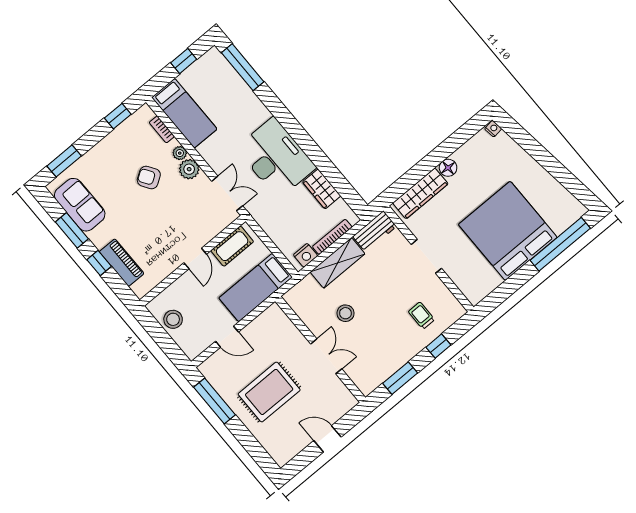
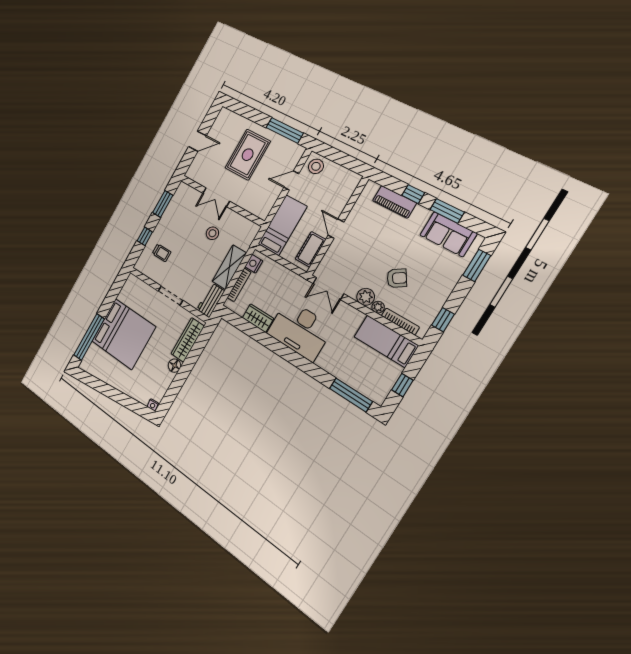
bookcase: (162, 129) -> (400, 321), width x1.56
stool: (173, 319) -> (316, 166), moved

